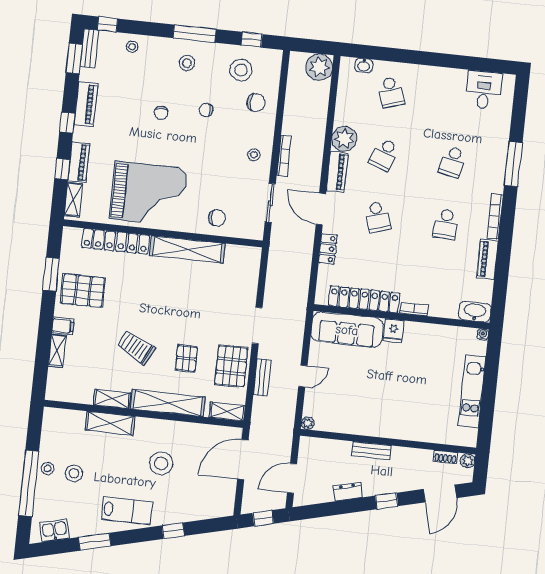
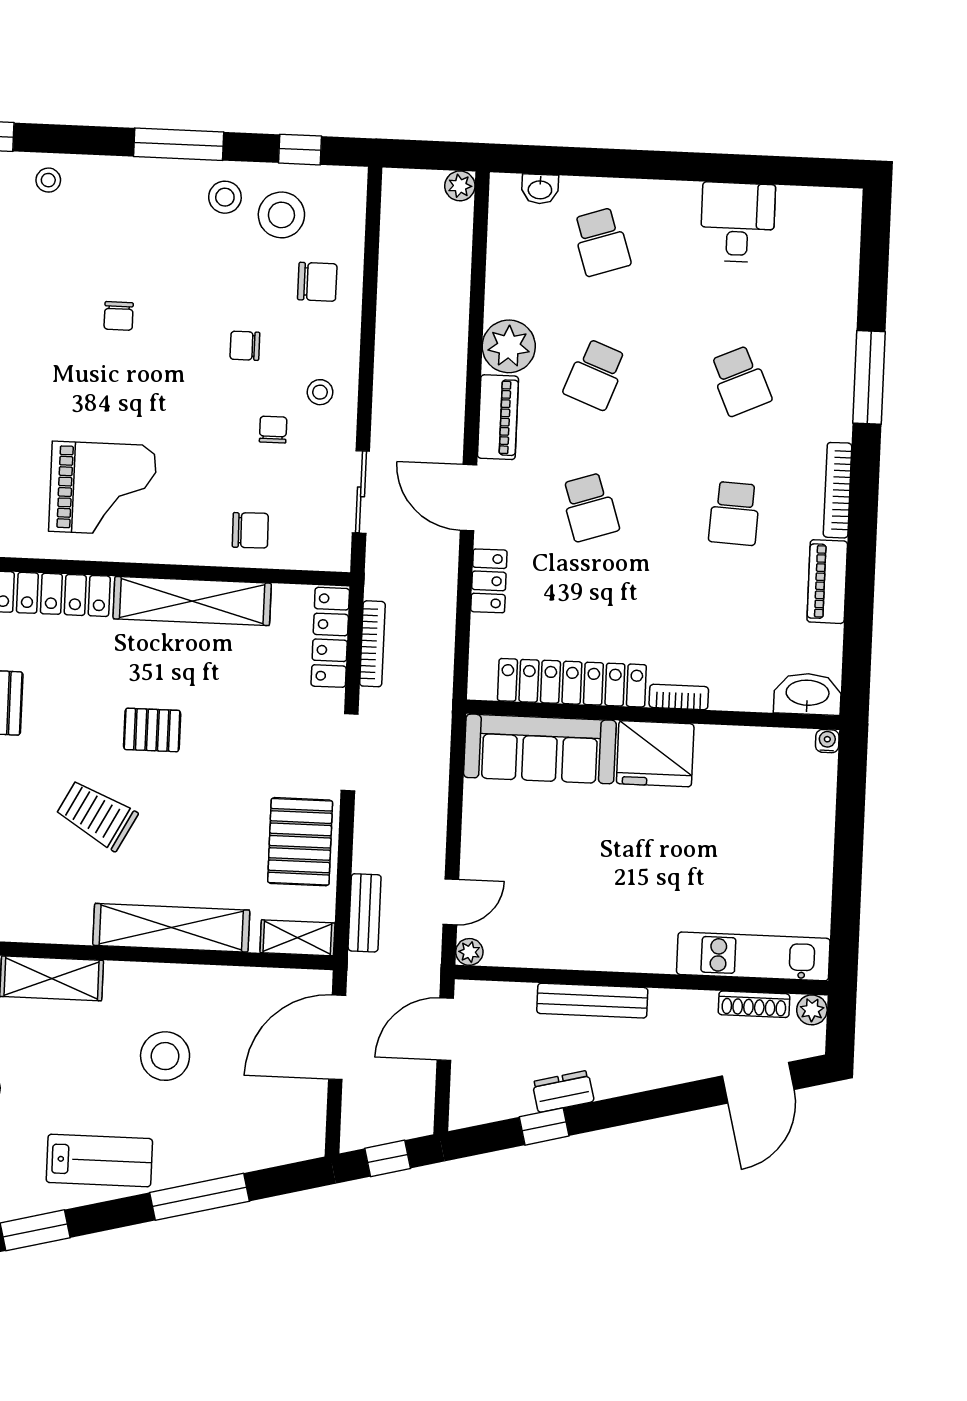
stool: (187, 63) -> (225, 197), moved
plant: (319, 67) -> (460, 186), width x0.53, depth x0.53
desk: (484, 90) -> (738, 222), moved
chair: (206, 110) -> (245, 346), moved
bookcase: (284, 156) -> (372, 644), moved
school desk: (452, 162) -> (740, 381), turned -36
chair: (231, 171) -> (273, 430), added
grand piano: (149, 194) -> (103, 488), width x0.73, depth x0.68
locker: (251, 271) -> (330, 637), added
fridge: (393, 331) -> (655, 754), width x1.88, depth x1.34
pallet: (186, 358) -> (152, 730), moved, turned 90
door: (303, 376) -> (451, 902), moved
bench: (262, 377) -> (365, 913), moved
kitchen unit: (472, 391) -> (753, 956), moved, turned 90
shelving: (112, 399) -> (53, 927), removed
bench: (371, 451) -> (592, 1001), width x1.36
shoe rack: (445, 457) -> (754, 1004), width x1.43
door: (292, 478) -> (445, 1029), moved
window: (387, 501) -> (544, 1126), moved
window: (173, 531) -> (199, 1197), width x2.17

